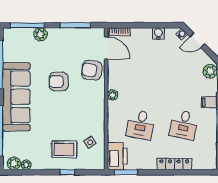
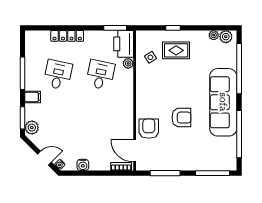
plant: (41, 34) -> (199, 164), removed
armchair: (92, 70) -> (149, 129), turned -98
plant: (113, 95) -> (128, 63), moved

